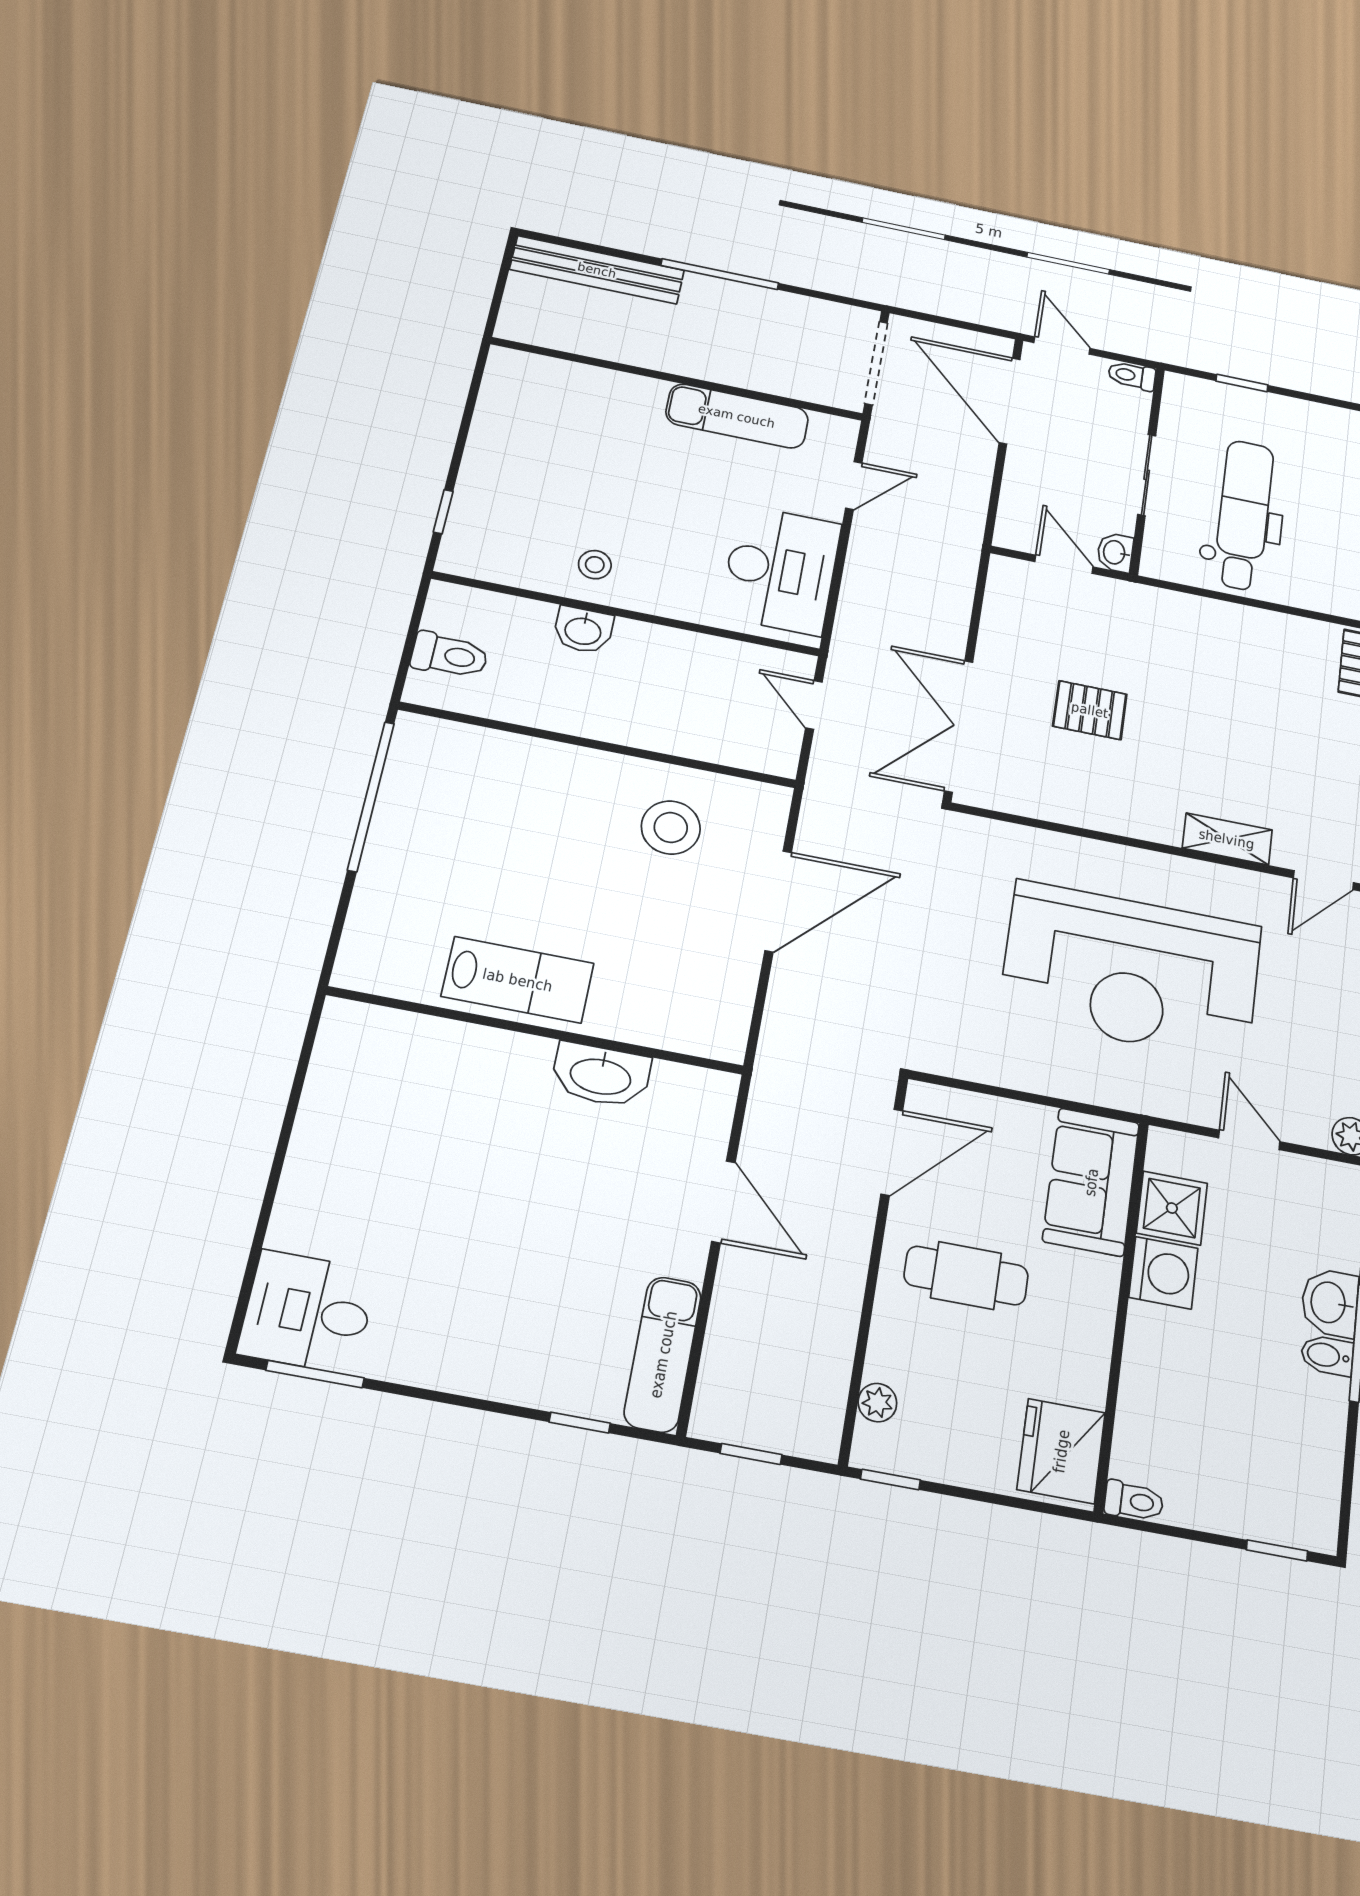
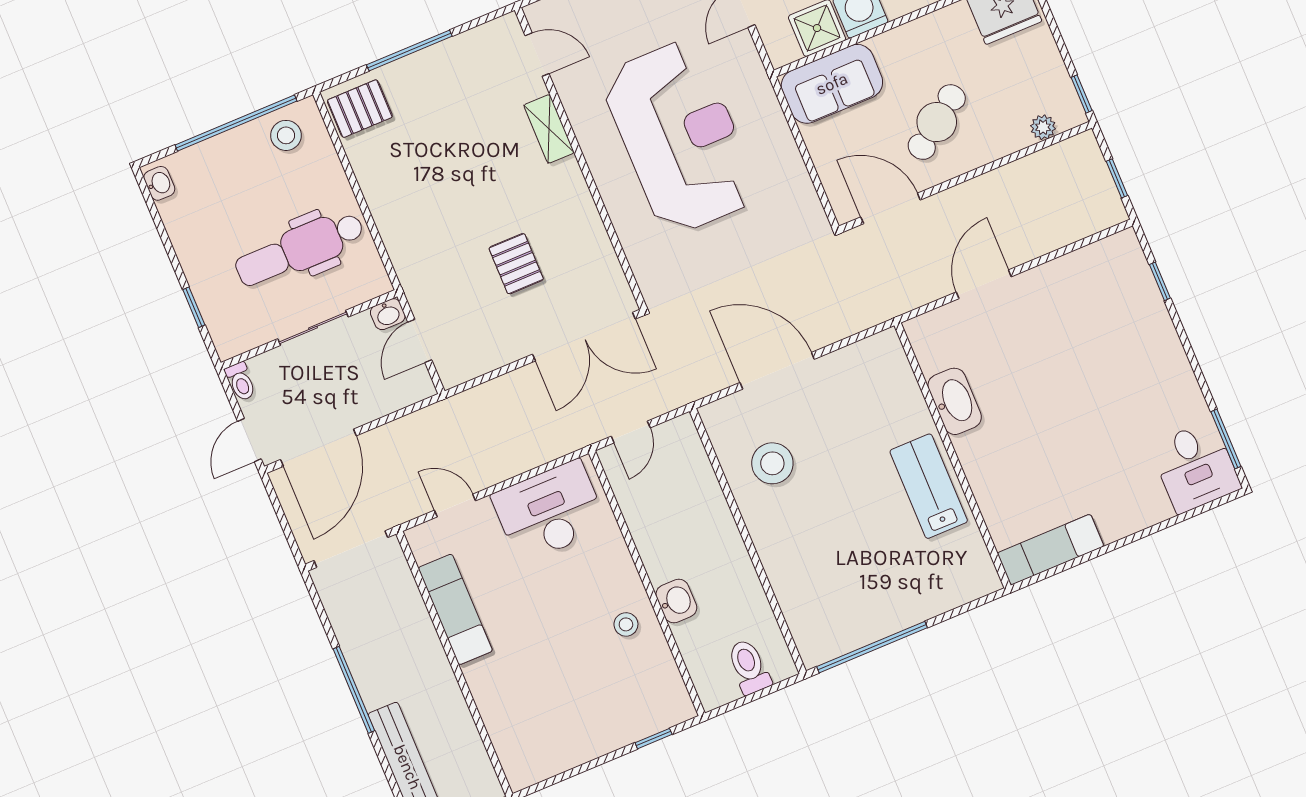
cafe table: (966, 1276) -> (937, 122), turned 54
exam couch: (663, 1354) -> (1051, 550), moved, turned 180

